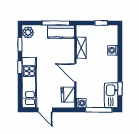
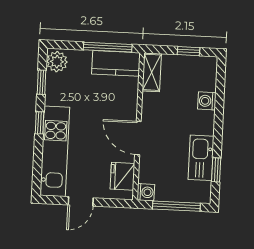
shelving: (81, 48) -> (152, 72), moved
kitchen sink: (111, 95) -> (201, 158), moved
door: (45, 110) -> (81, 201), hinge flipped

